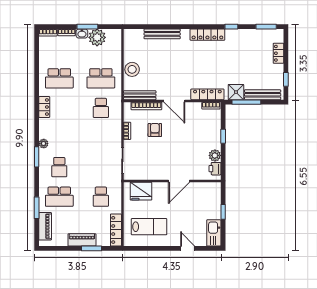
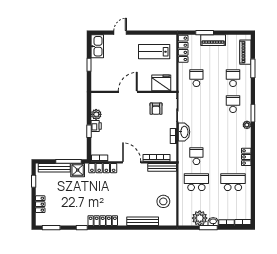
stool: (132, 69) -> (163, 201), moved
armchair: (155, 130) -> (156, 109), moved
washbasin: (115, 135) -> (184, 132), added
printer: (215, 169) -> (96, 126), moved
school desk: (59, 197) -> (233, 78), width x0.54
door: (188, 248) -> (120, 33), swing flipped

